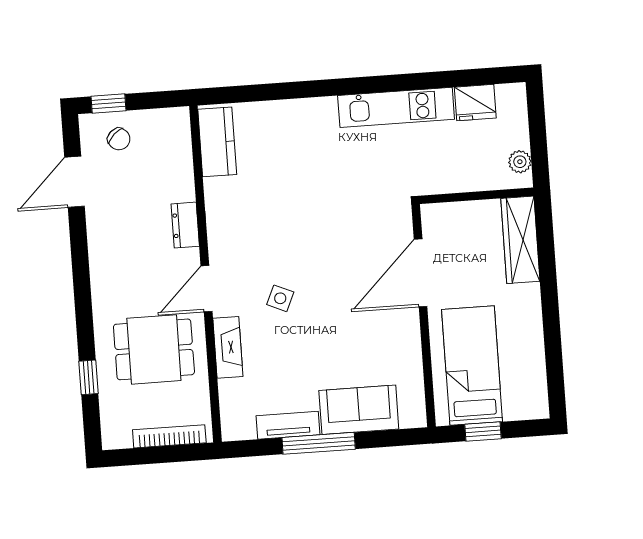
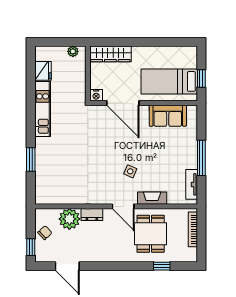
window: (290, 90) -> (31, 160), added
chair: (119, 139) -> (45, 233), moved
kitchen counter: (217, 142) -> (53, 196), removed
plant: (173, 179) -> (69, 219), added
nightstand: (433, 216) -> (96, 95), added
sofa: (359, 410) -> (168, 116), moved, turned -90
tv unit: (288, 425) -> (192, 184), moved

